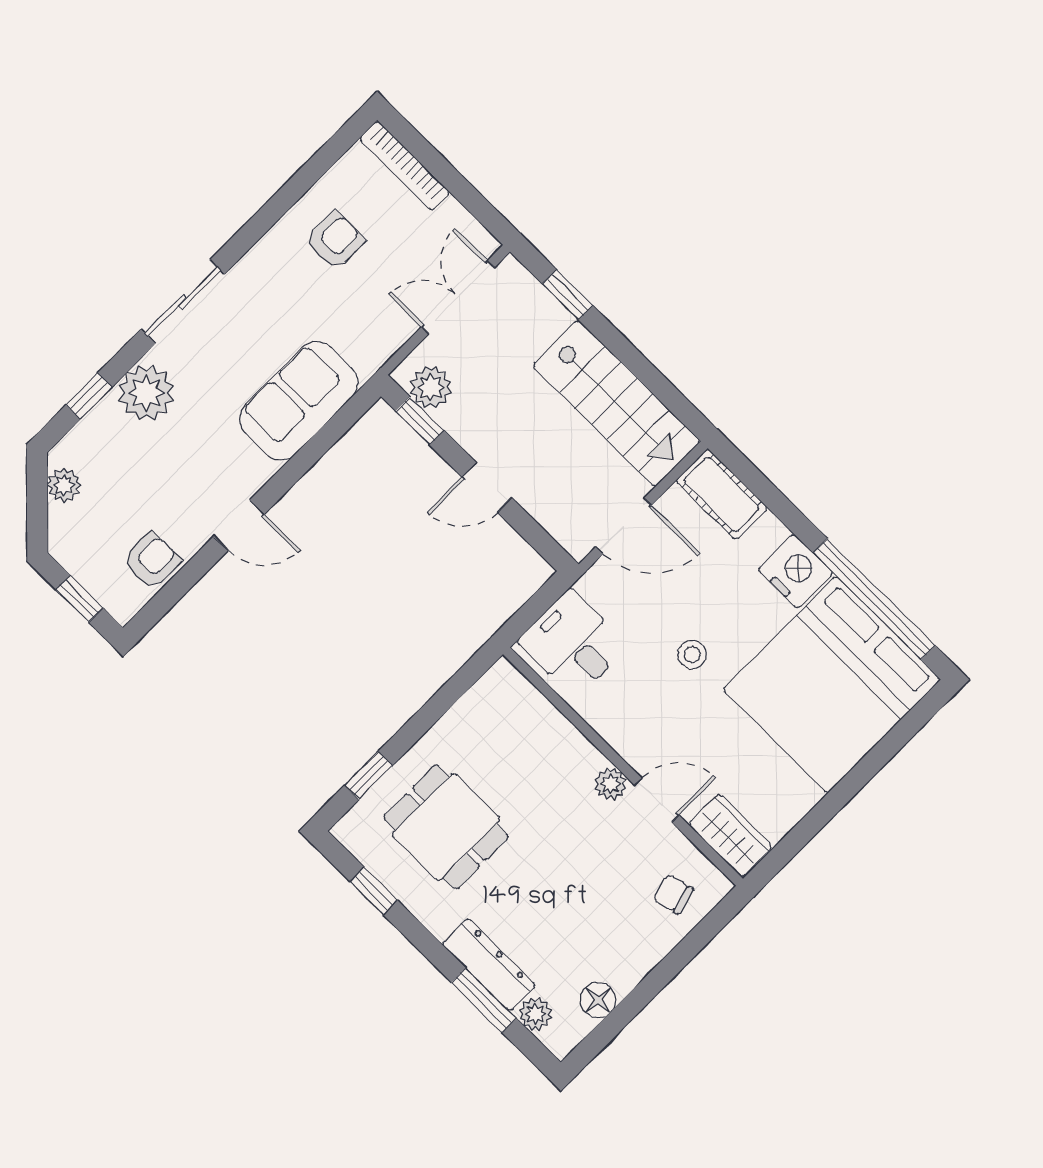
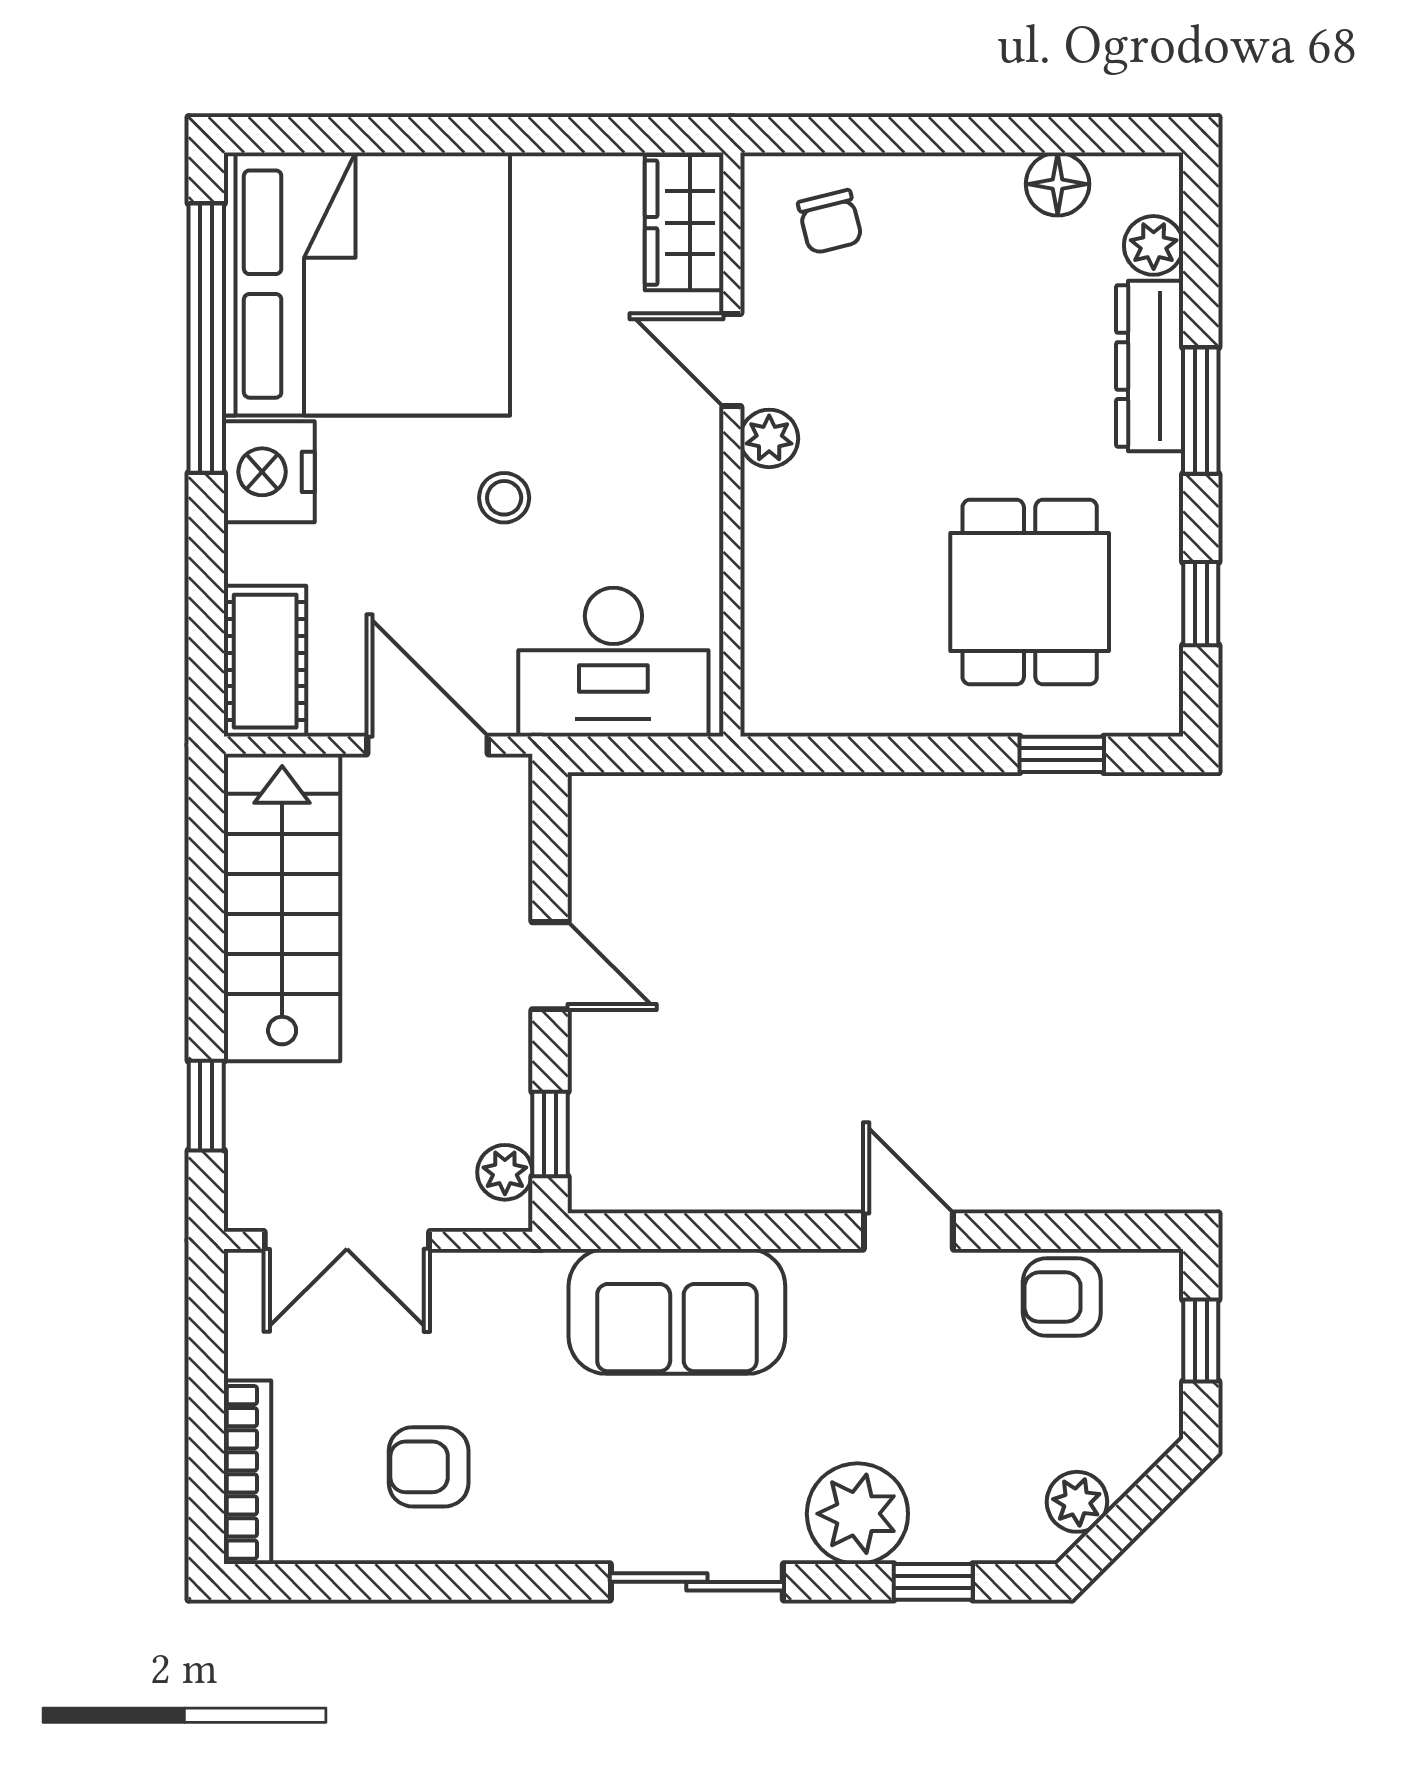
plant: (431, 387) -> (505, 1172), width x0.73, depth x0.73
desk: (573, 643) -> (613, 662), width x1.37
window: (484, 1000) -> (1201, 411), moved

